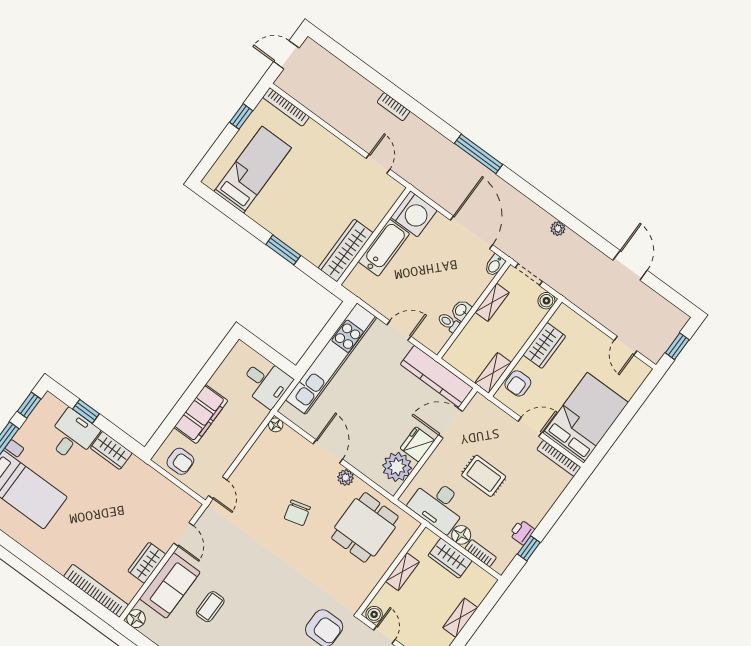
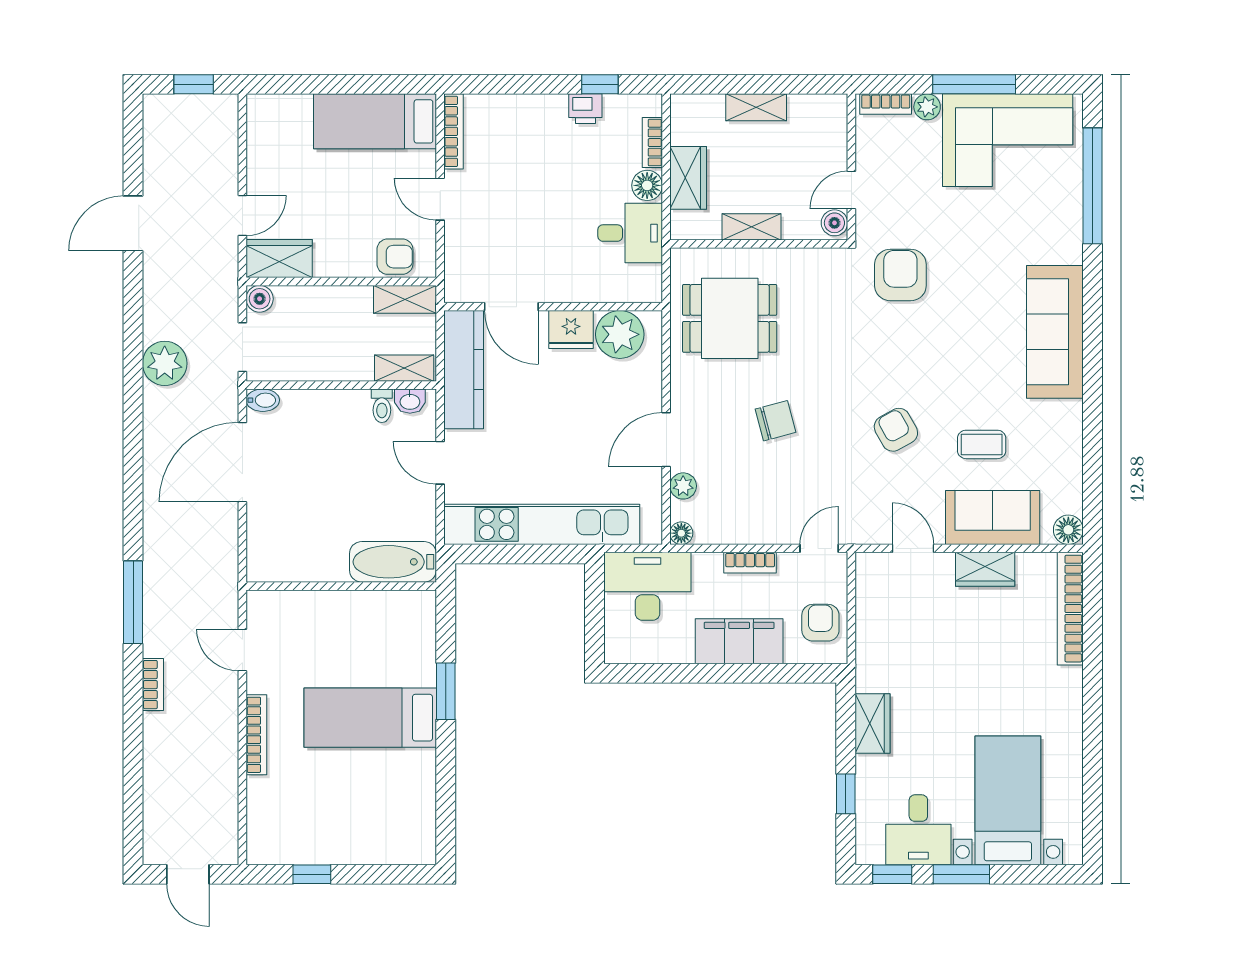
bookcase: (286, 107) -> (256, 735), moved
window: (478, 154) -> (133, 602), moved
door: (378, 164) -> (242, 650), hinge flipped
bed: (253, 170) -> (370, 718), moved
washing machine: (414, 214) -> (273, 555), removed
plant: (558, 229) -> (165, 363), width x1.88, depth x1.88
bathtub: (384, 248) -> (393, 562), moved
wardrobe: (346, 250) -> (387, 609), removed
shelving: (492, 302) -> (404, 368), moved
washbasin: (461, 310) -> (410, 401), moved
wardrobe: (544, 345) -> (279, 259), moved
door: (625, 346) -> (242, 216), moved
desk: (266, 383) -> (647, 586), width x1.37
bed: (586, 418) -> (375, 121), width x0.67
desk: (72, 435) -> (918, 830), moved, turned -90
bookcase: (236, 448) -> (750, 563), added
rug: (484, 476) -> (548, 213), removed
plant: (346, 478) -> (683, 486), moved
desk: (438, 505) -> (630, 233), width x0.73
door: (184, 534) -> (913, 548), hinge flipped
armchair: (249, 569) -> (896, 430), added

